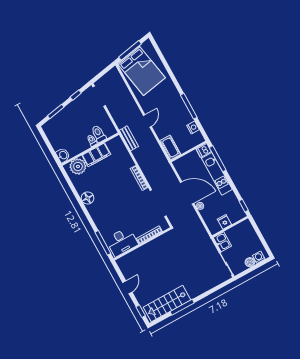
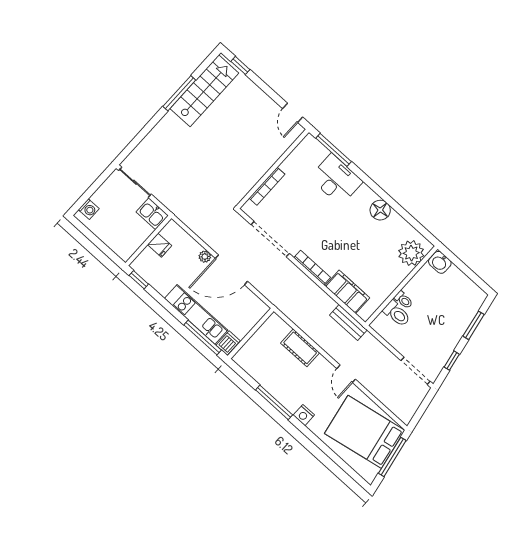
door: (147, 121) -> (346, 374), moved
nightstand: (193, 128) -> (304, 415), moved
cot: (170, 148) -> (300, 348), moved
filing cabinet: (96, 155) -> (347, 292), moved, turned 90
desk: (122, 242) -> (336, 180), moved, turned 90
boiler: (250, 262) -> (100, 197), removed
door: (127, 287) -> (293, 113), moved

